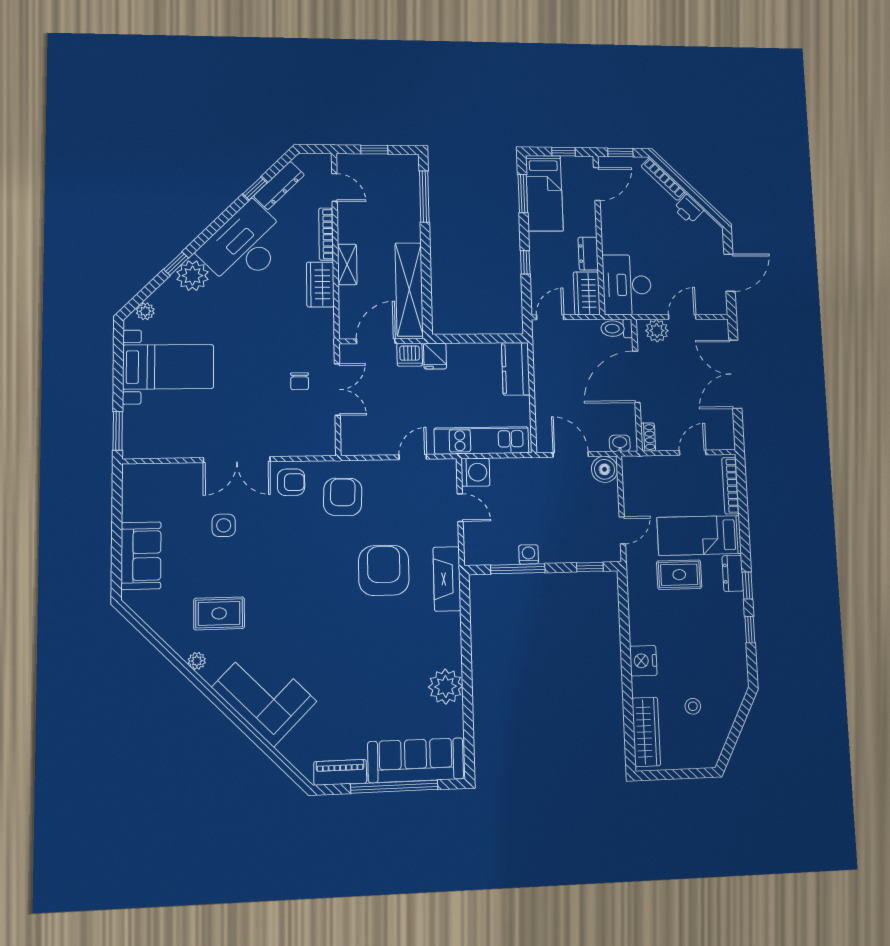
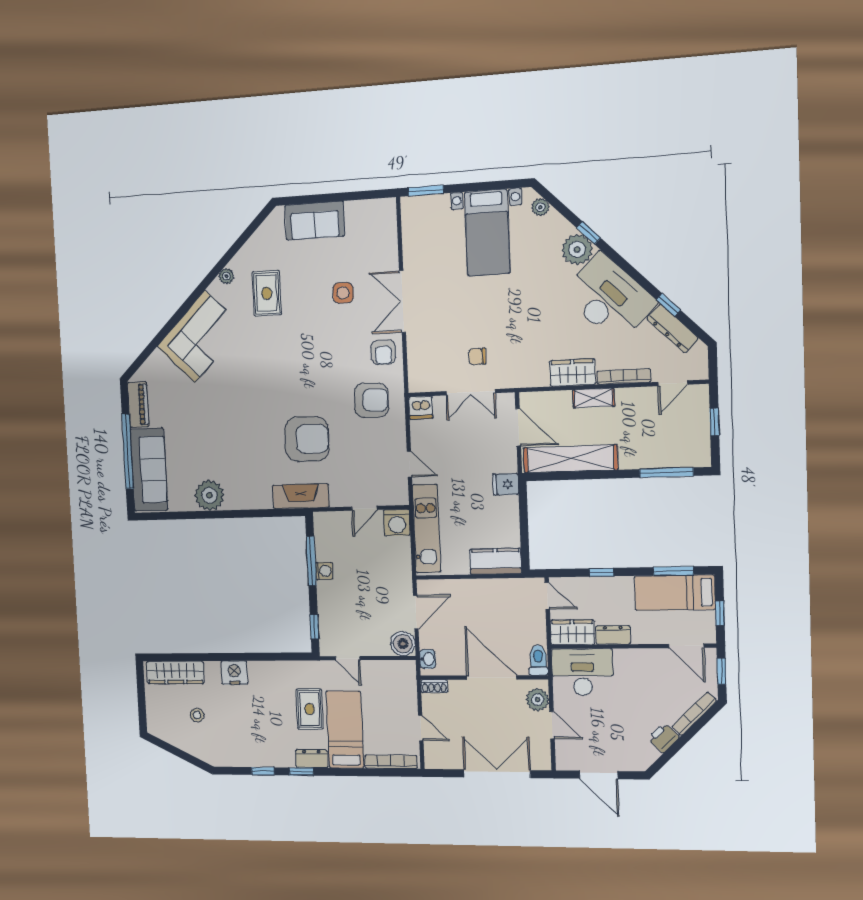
dishwasher: (410, 355) -> (421, 408), moved, turned -90

